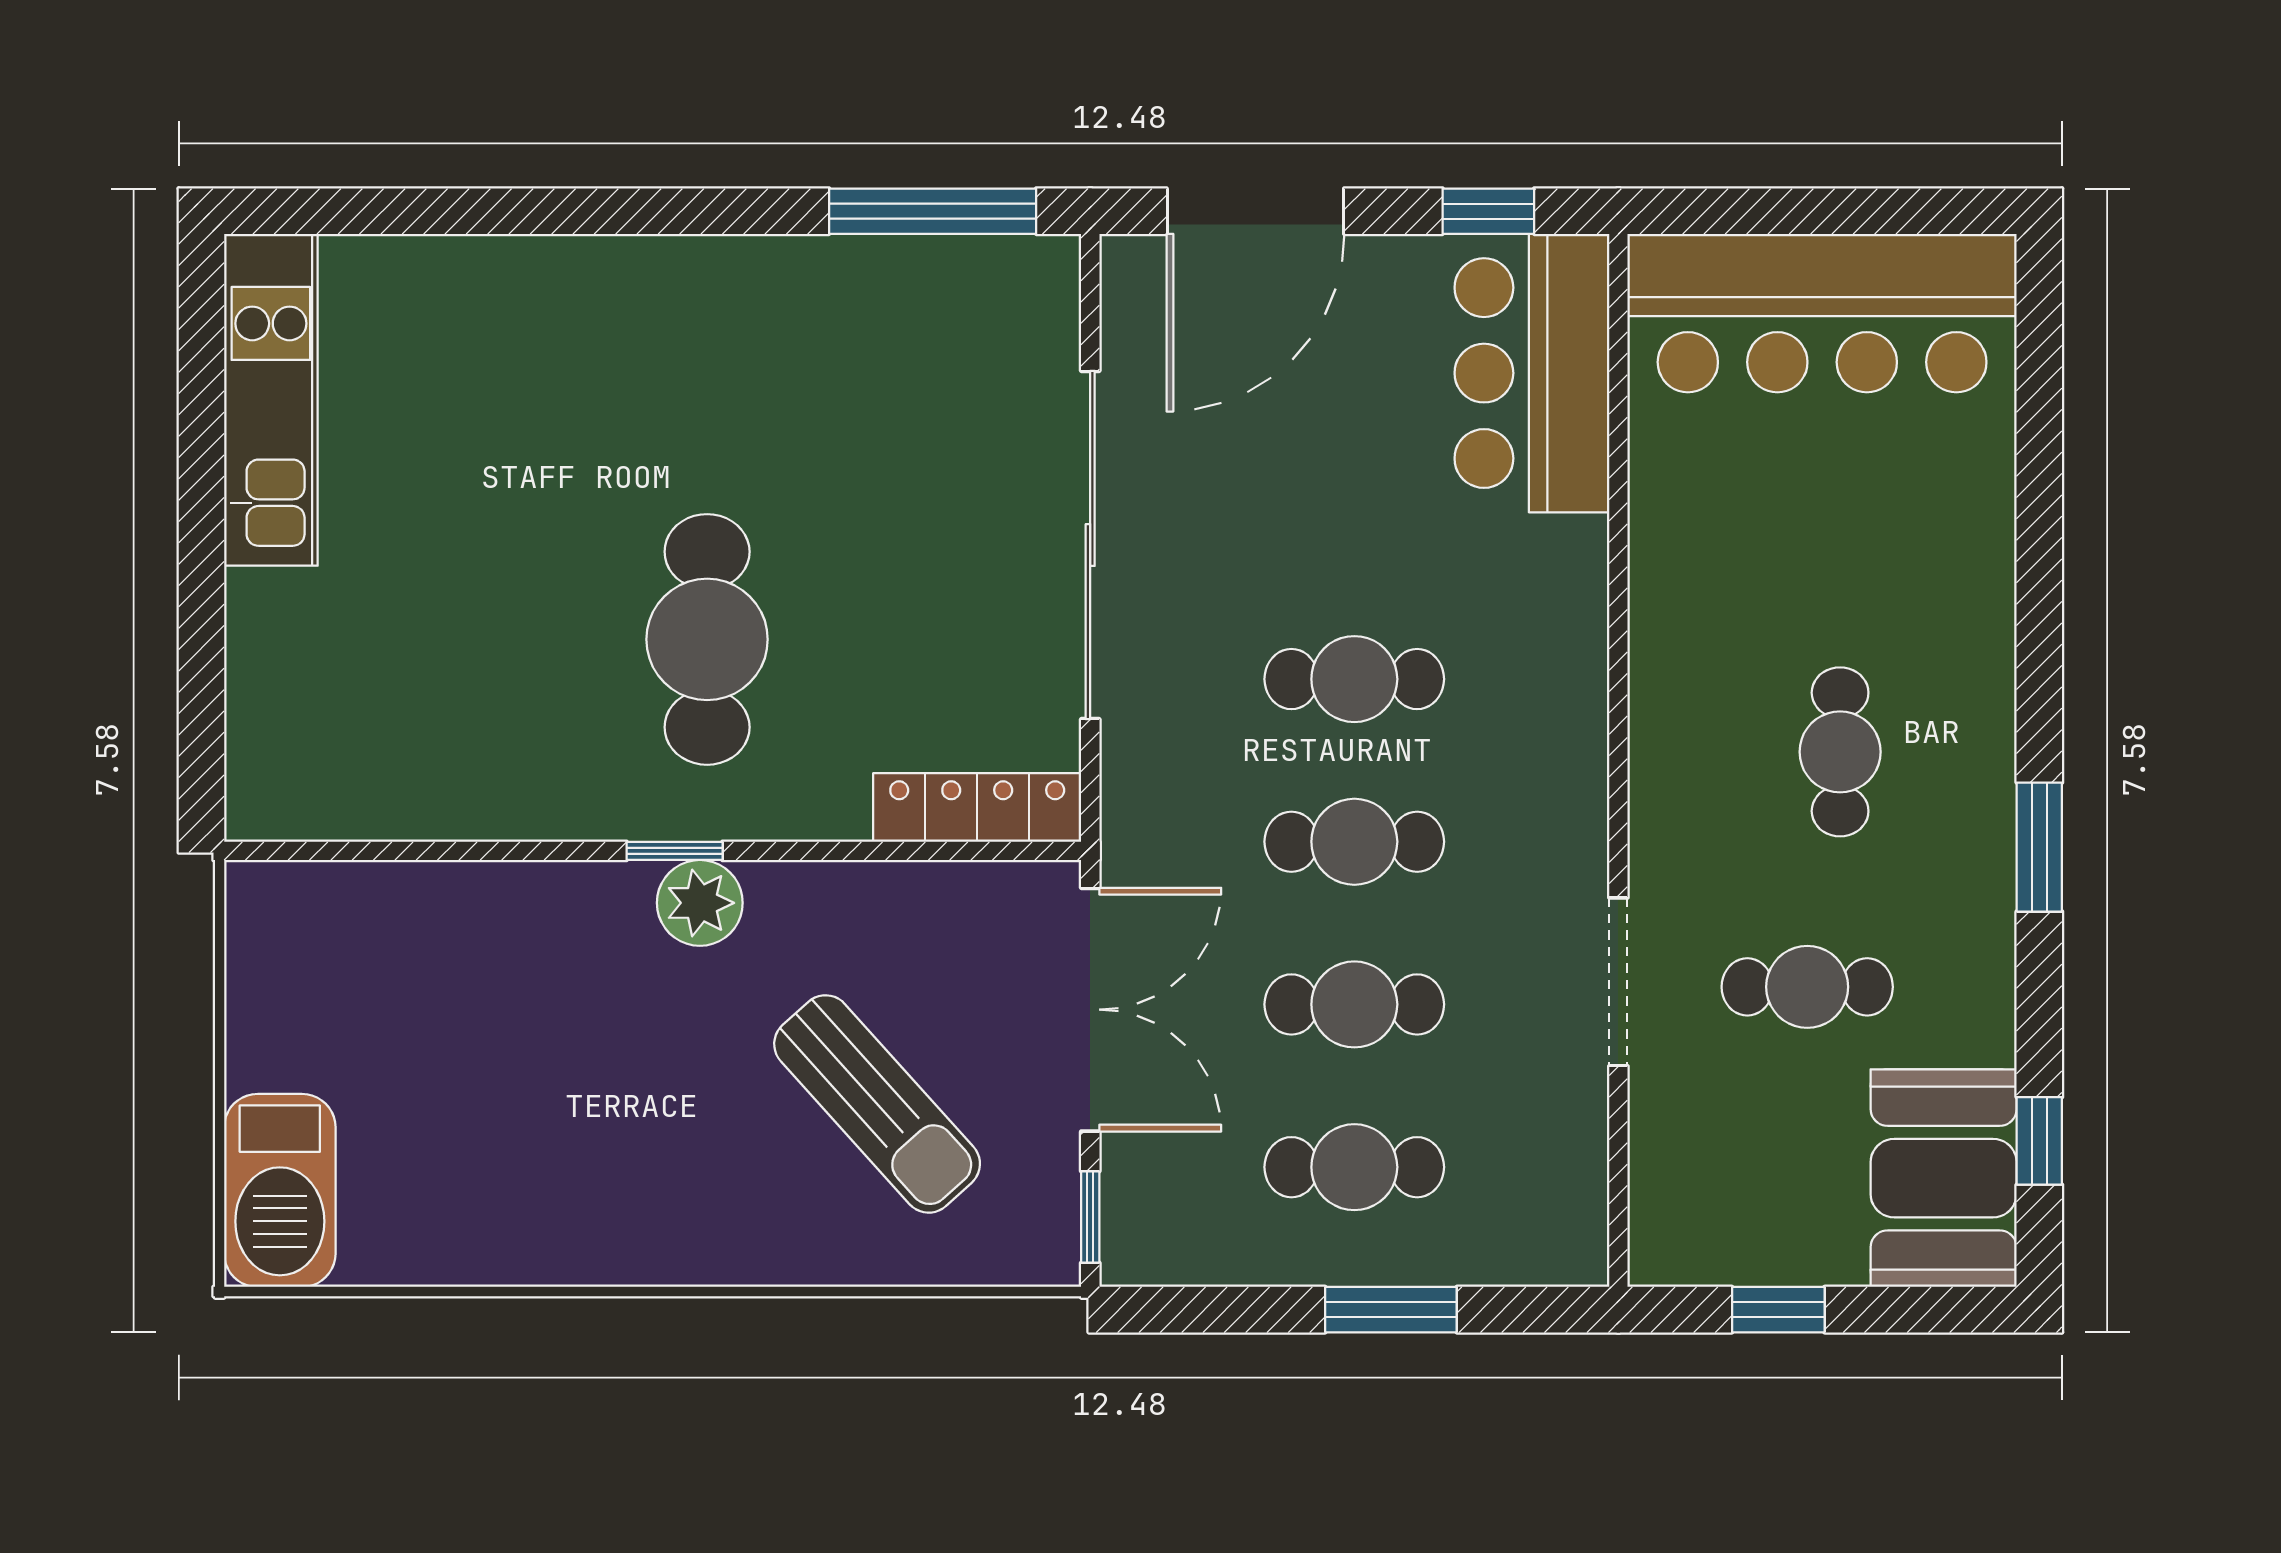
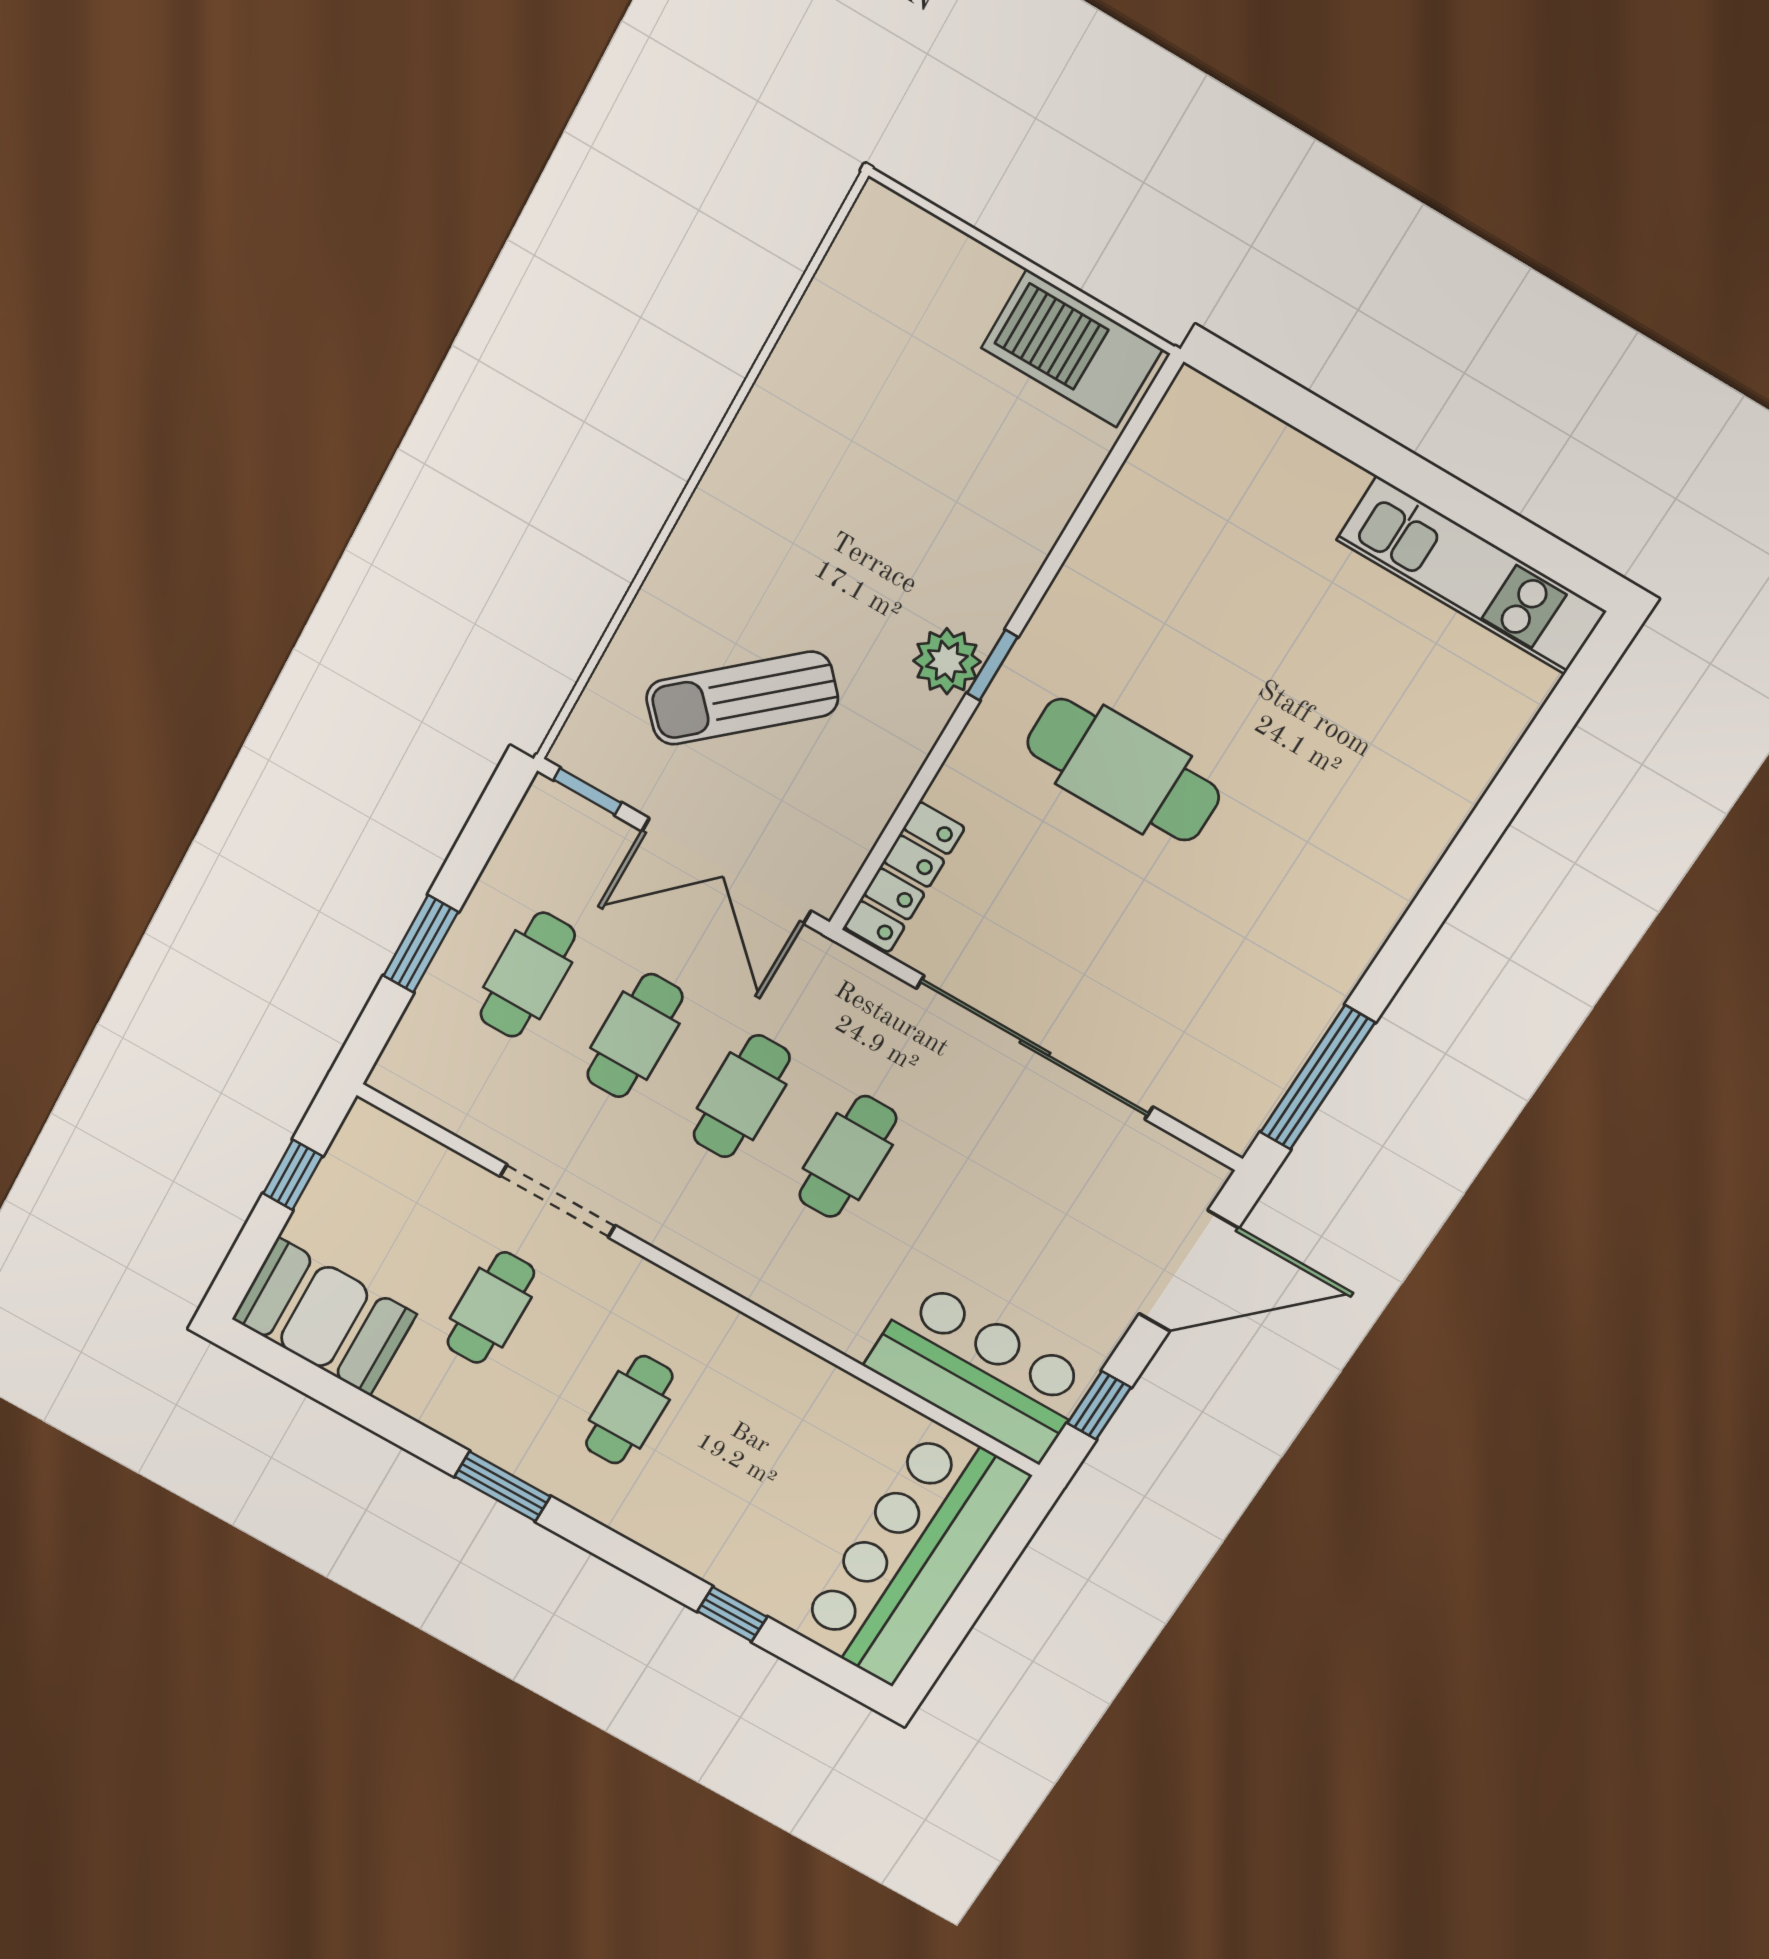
door: (1255, 211) -> (1189, 1271), swing flipped
cafe table: (1840, 752) -> (629, 1410), turned 90
window: (2039, 1141) -> (732, 1614), moved
barbecue: (280, 1190) -> (1072, 348), moved

